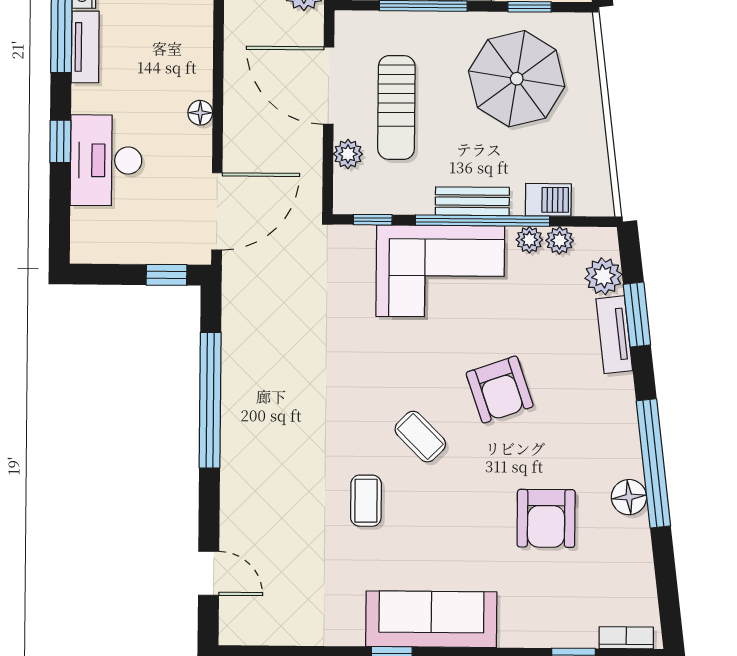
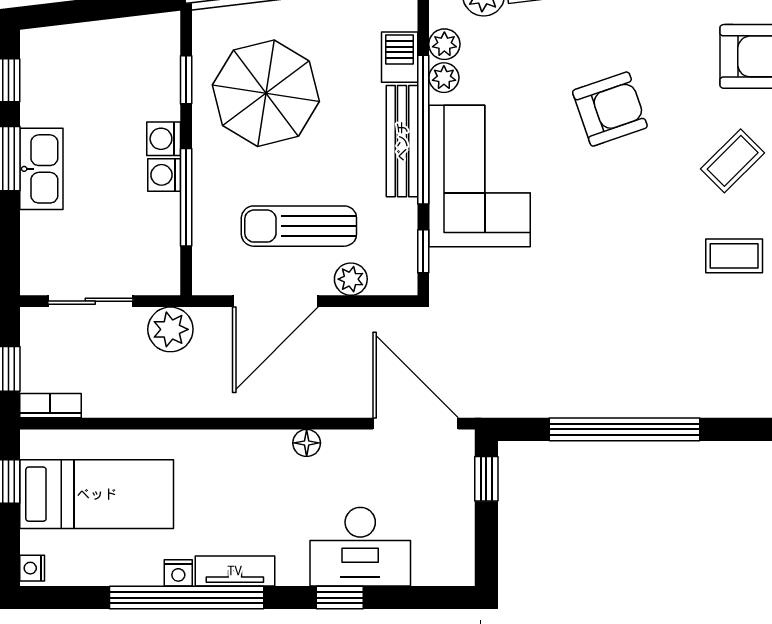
sun lounger: (396, 108) -> (299, 226), turned 180
bench: (472, 201) -> (402, 141), width x1.36
coffee table: (420, 437) -> (733, 161), moved

